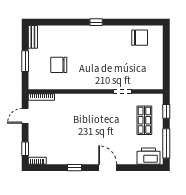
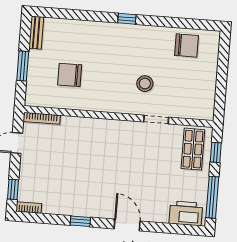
stool: (112, 67) -> (145, 84), added
shop shelf: (144, 120) -> (193, 149), moved

